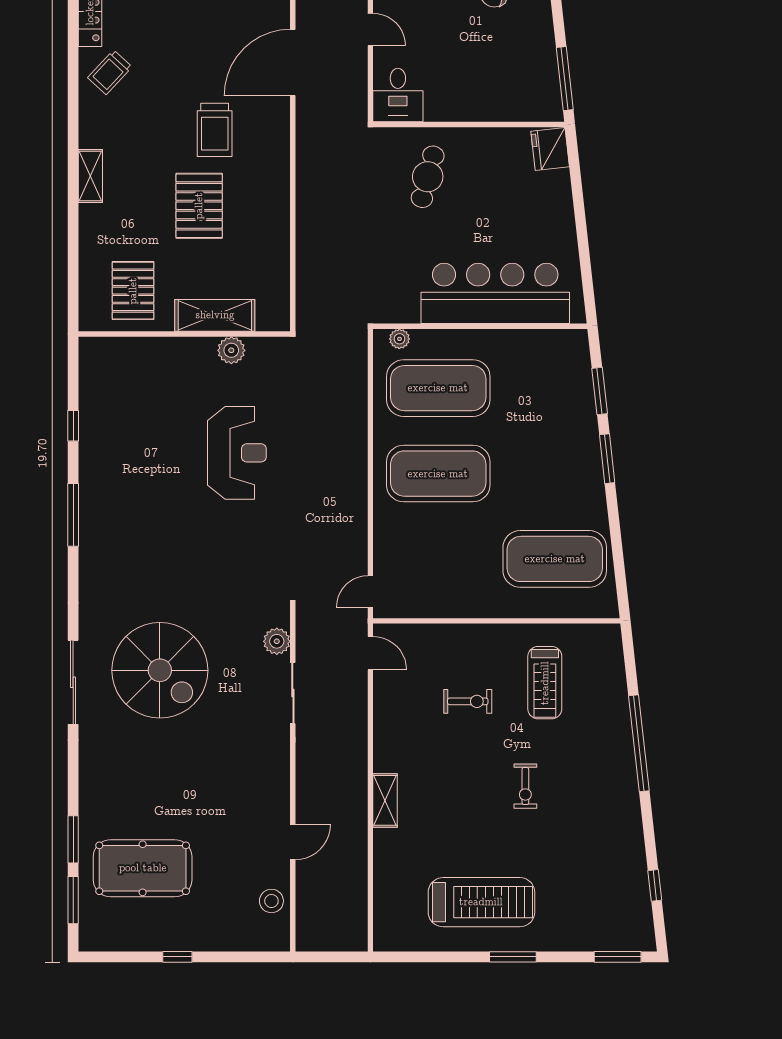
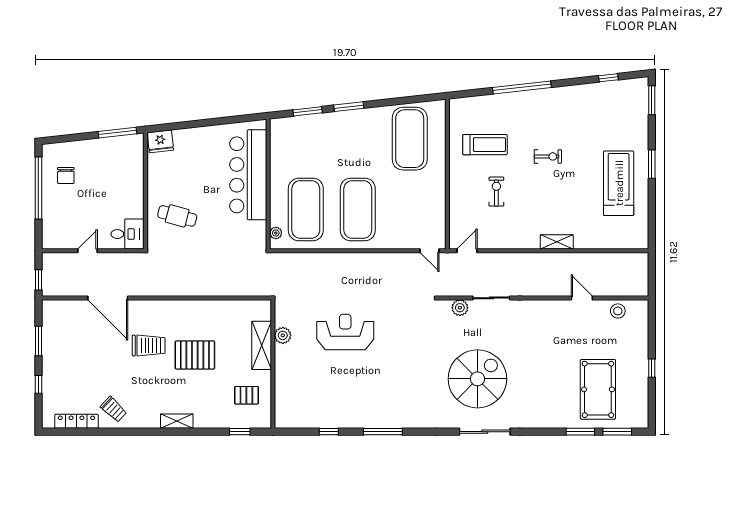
window: (73, 280) -> (240, 432), added
pallet: (133, 291) -> (246, 395), width x0.67, depth x0.71

